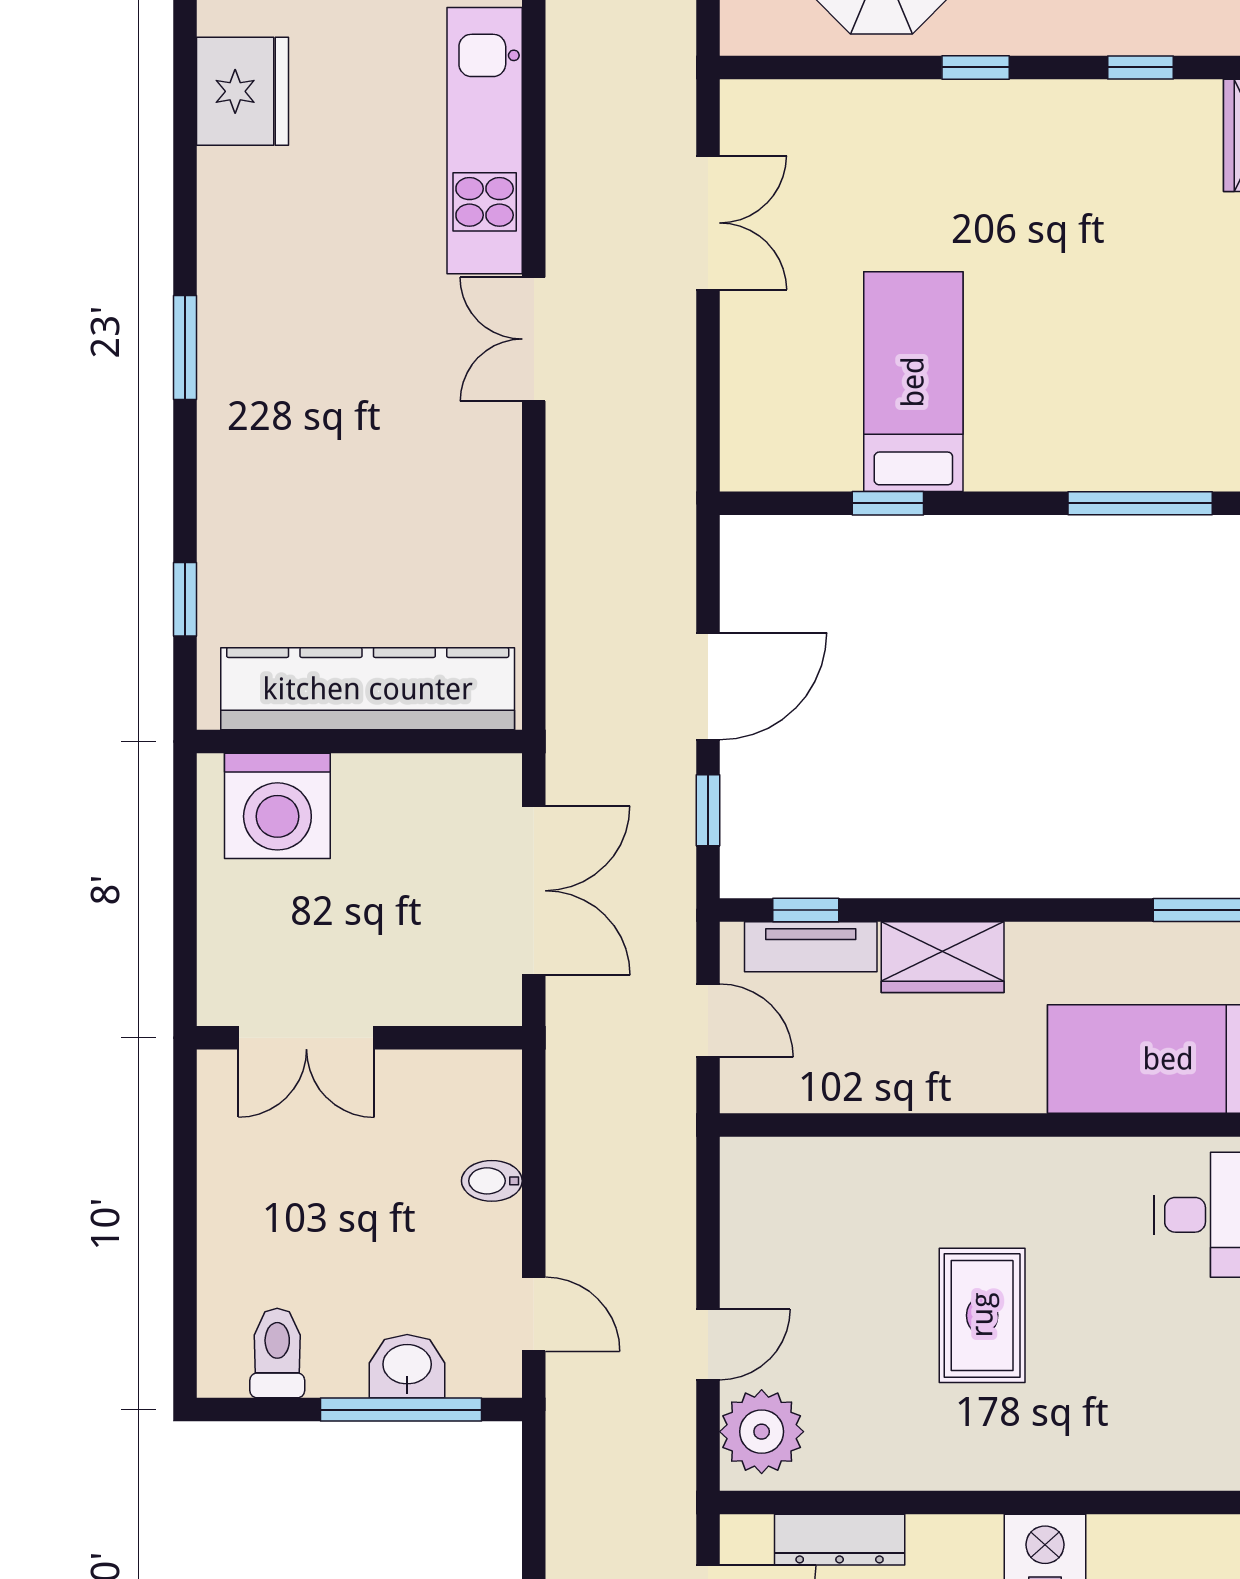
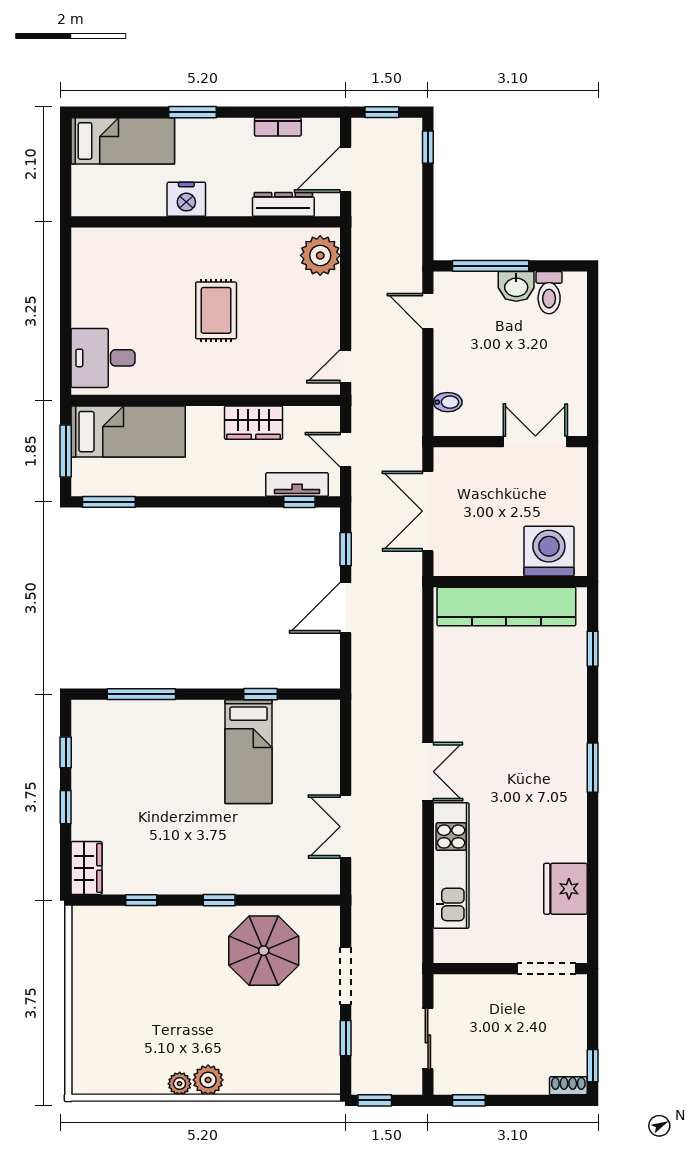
wardrobe: (943, 957) -> (254, 423), moved, turned 180
bidet: (492, 1181) -> (448, 402), moved
door: (708, 1344) -> (346, 366), moved
washbasin: (407, 1366) -> (516, 286), moved

